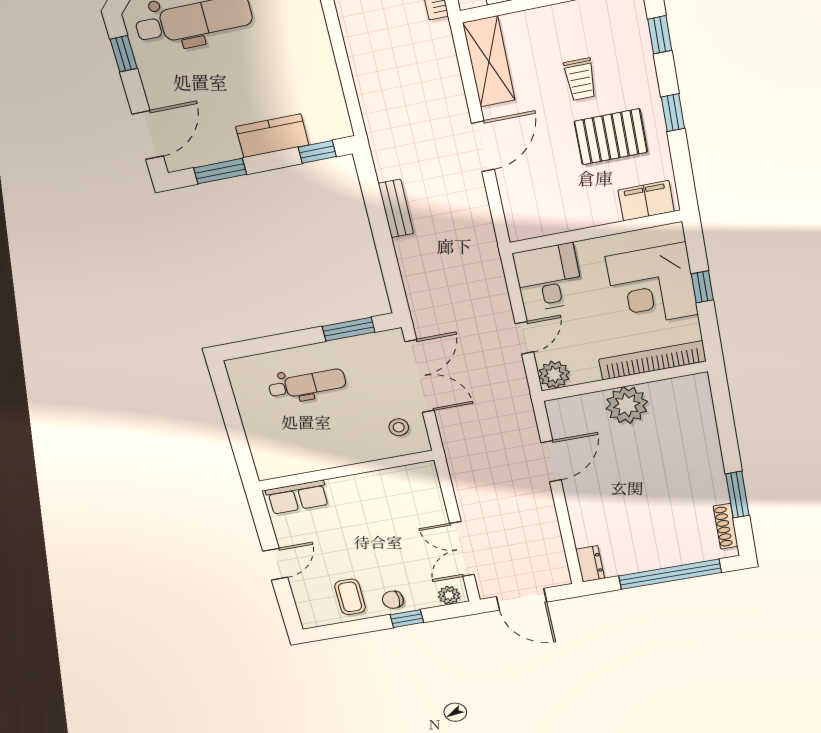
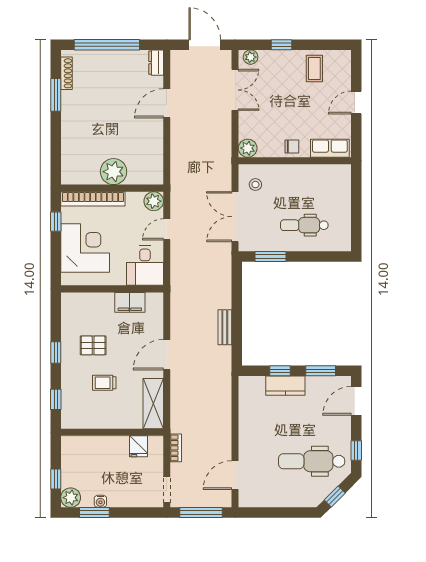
trolley: (580, 79) -> (104, 383), turned -90
pallet: (611, 137) -> (93, 345), width x0.67, depth x0.71
window: (317, 152) -> (280, 371), moved
filing cabinet: (646, 201) -> (130, 302), moved
window: (702, 287) -> (56, 222), moved
door: (551, 461) -> (167, 103), moved
plant: (423, 475) -> (248, 148), added
chair: (393, 600) -> (292, 147), moved

